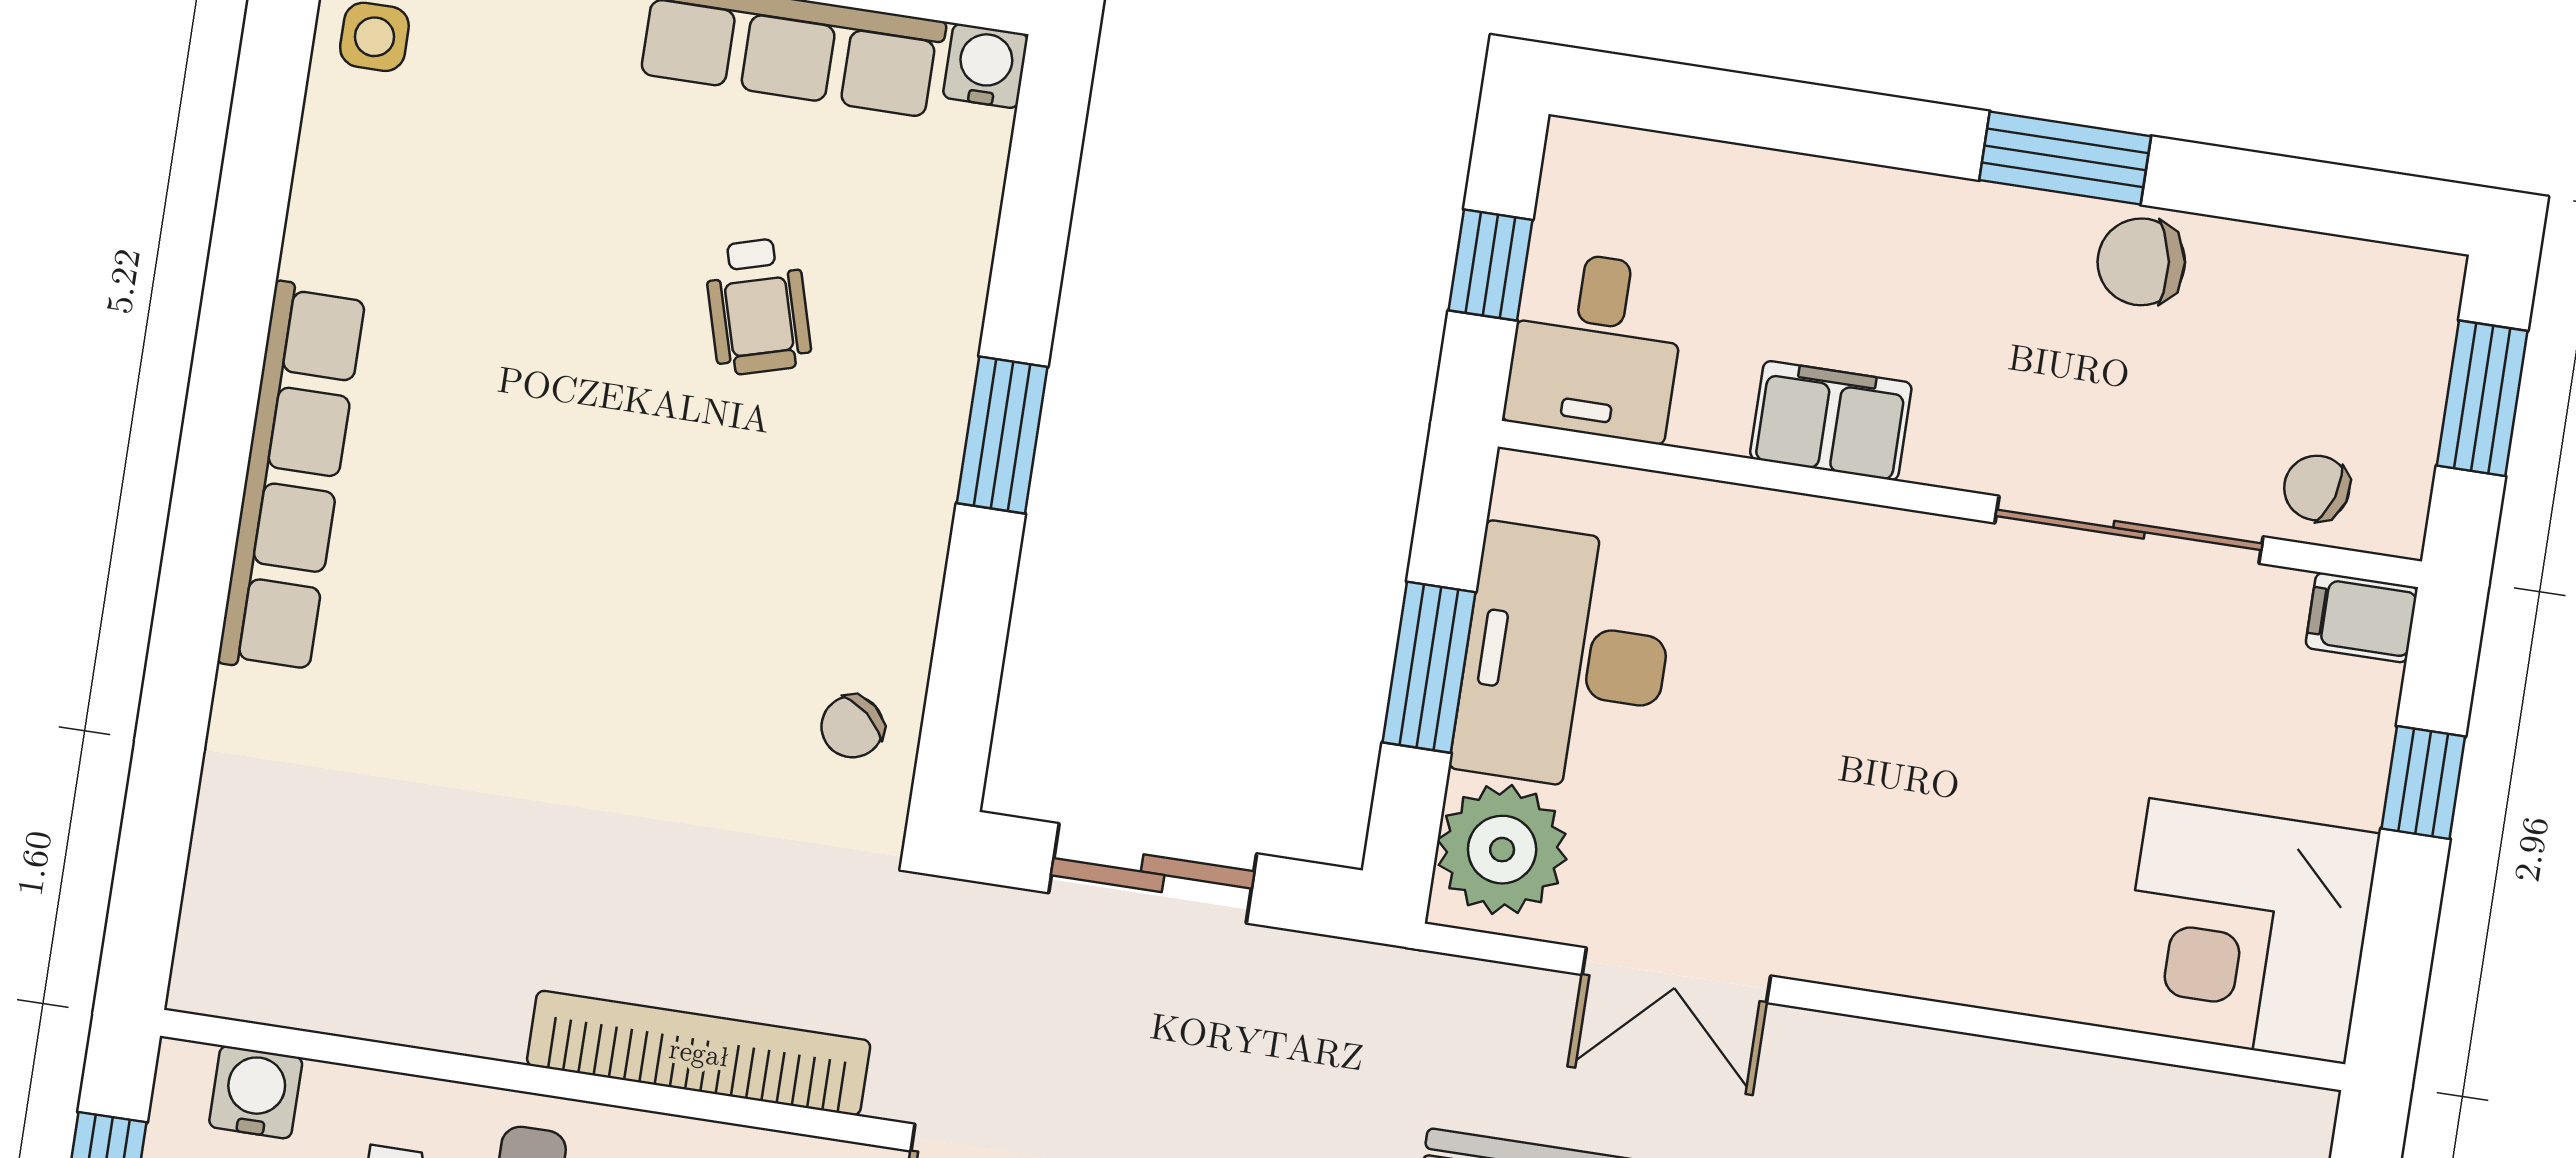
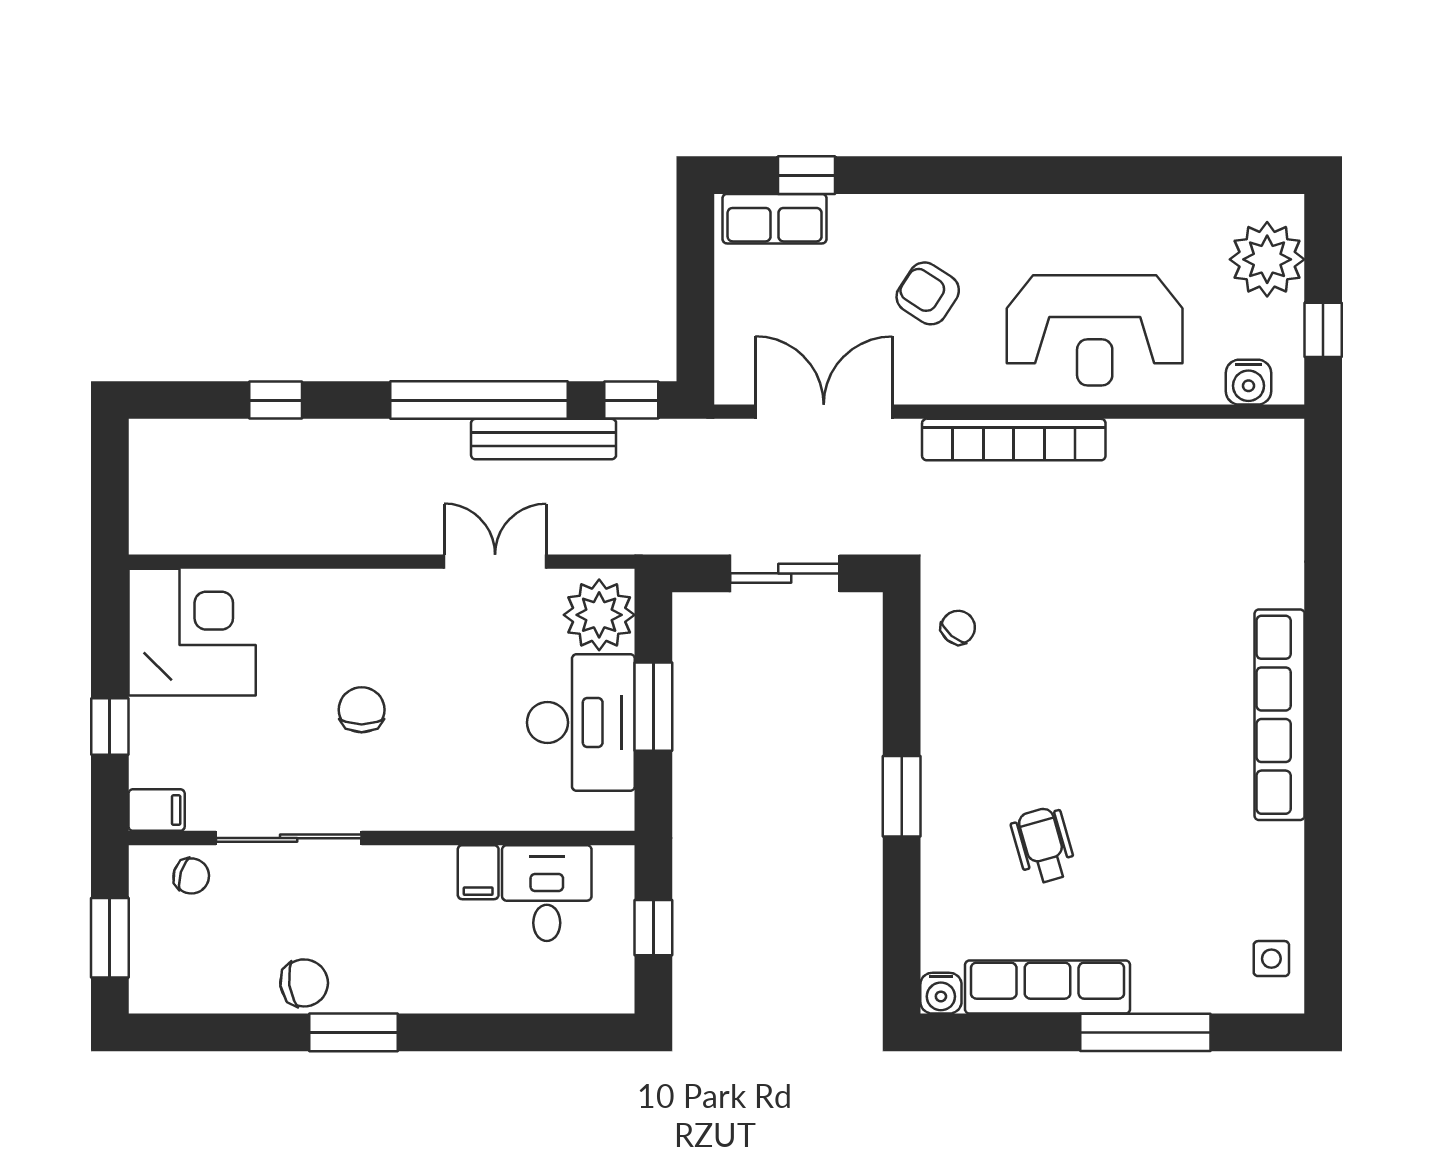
desk: (1596, 346) -> (547, 893), moved
filing cabinet: (1831, 421) -> (478, 872), width x0.50
chair: (1961, 743) -> (362, 710), added

